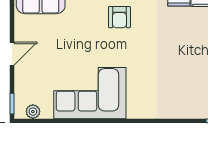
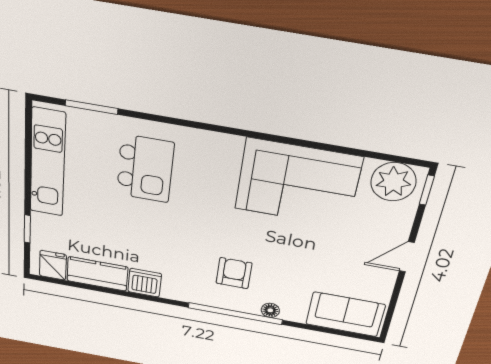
kitchen island: (186, 85) -> (145, 169), added
plant: (33, 112) -> (393, 182), width x1.88, depth x1.88

